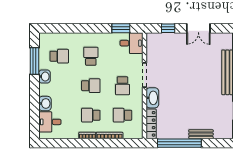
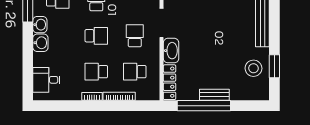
school desk: (122, 86) -> (135, 36), turned 180
washbasin: (45, 104) -> (40, 43), moved
stool: (220, 112) -> (253, 68), added
bench: (201, 134) -> (214, 95), moved

